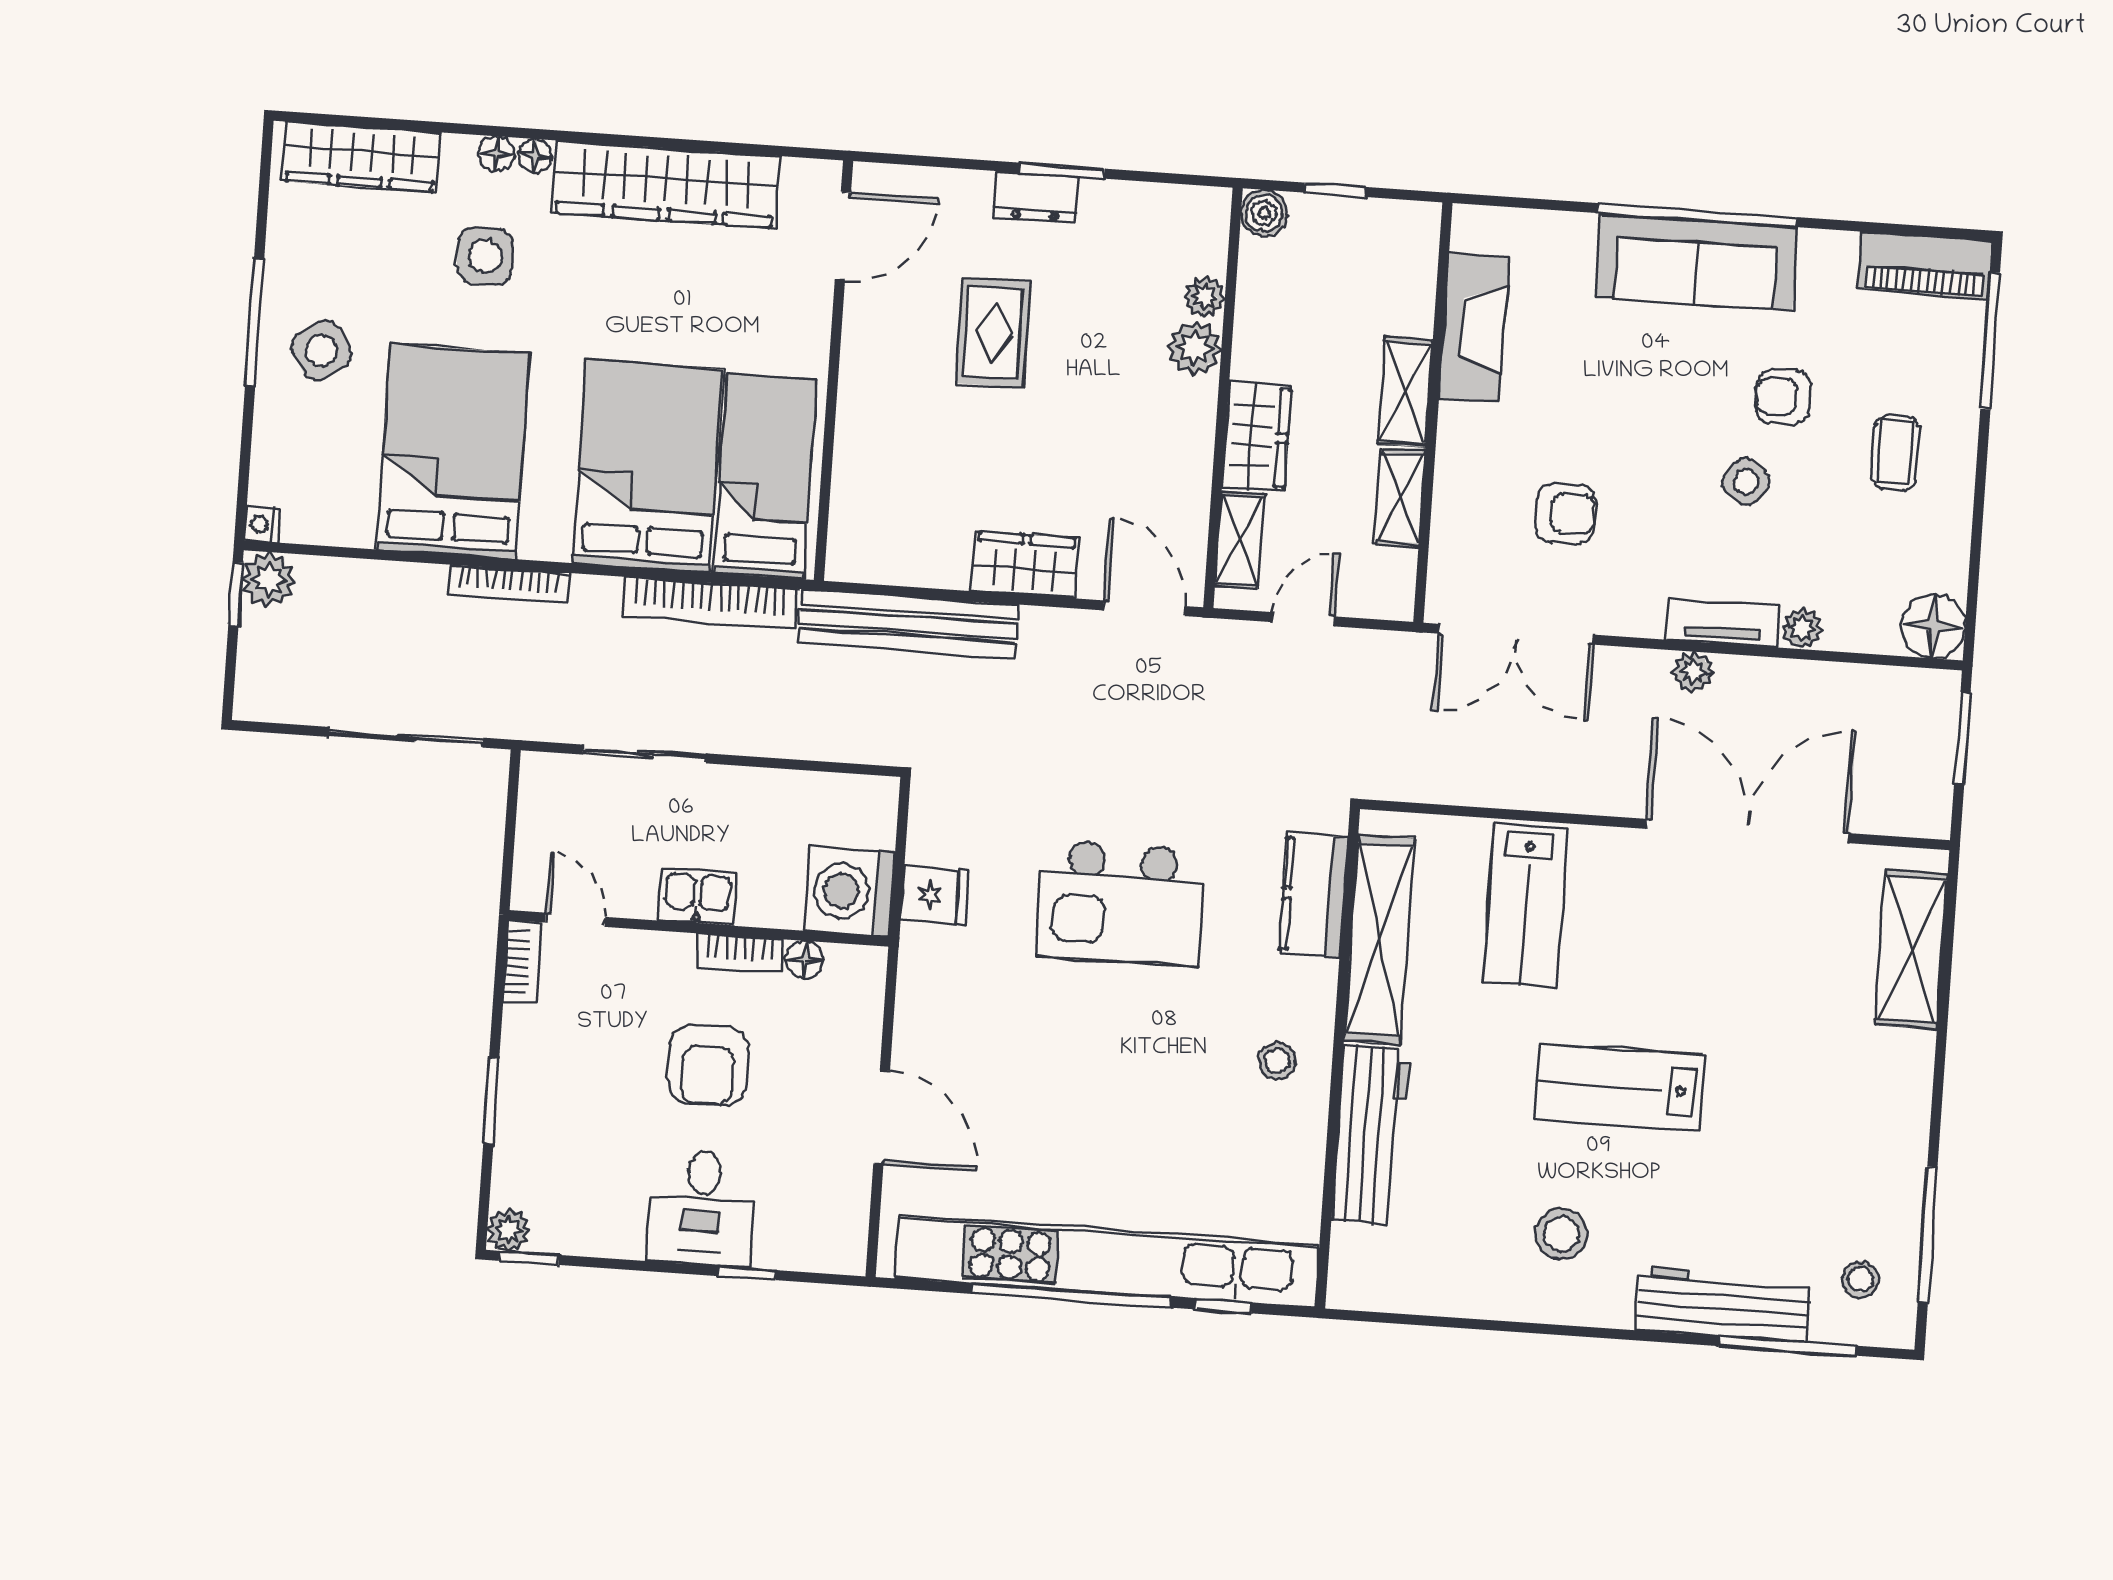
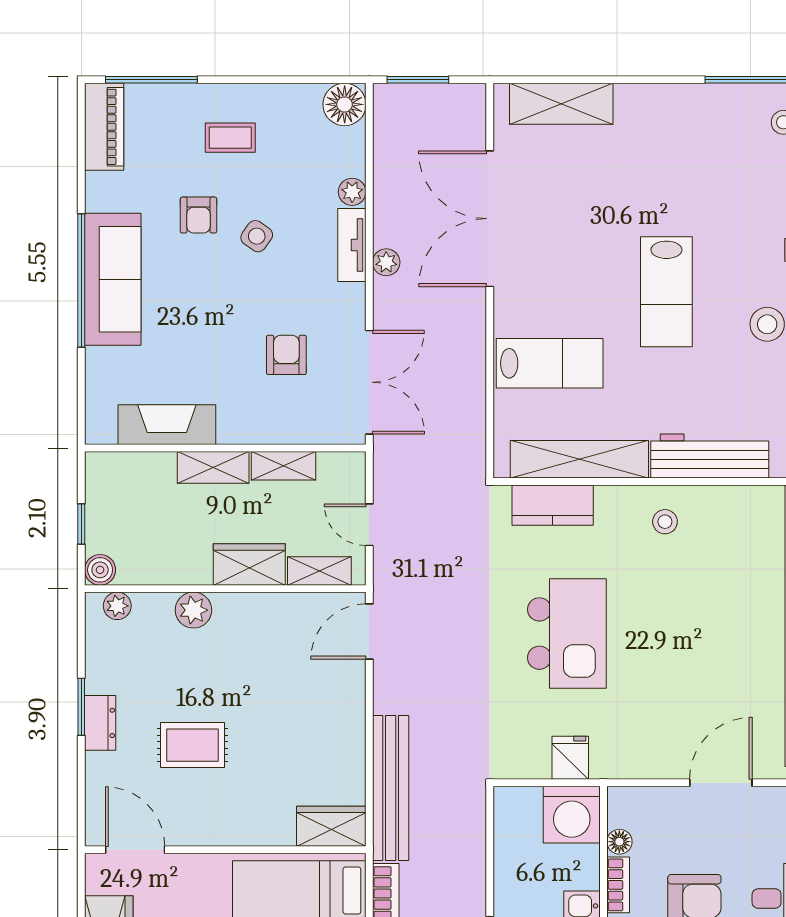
plant: (1204, 297) -> (117, 606), moved
wardrobe: (1025, 565) -> (331, 826), moved, turned 90

